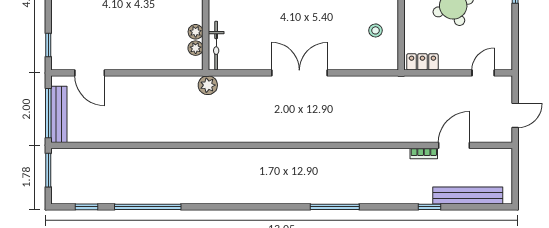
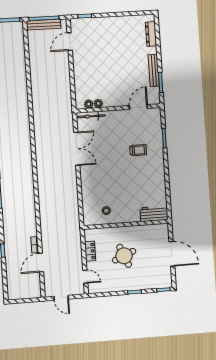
locker: (422, 62) -> (90, 251), moved
double door: (299, 73) -> (77, 149), moved
plant: (208, 85) -> (67, 113), removed
door: (454, 145) -> (41, 263), swing flipped
bench: (468, 195) -> (11, 273), removed

